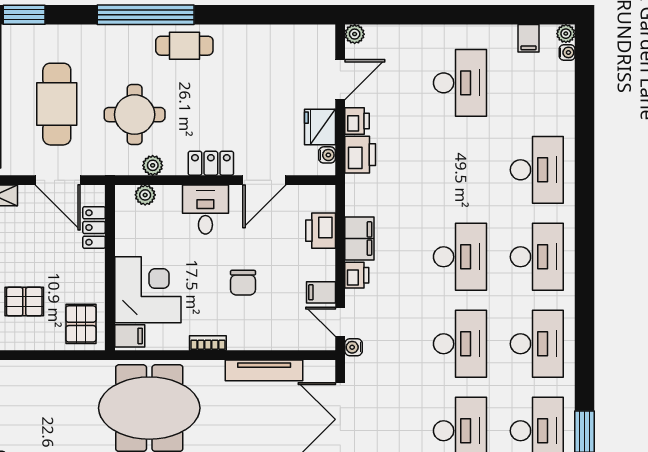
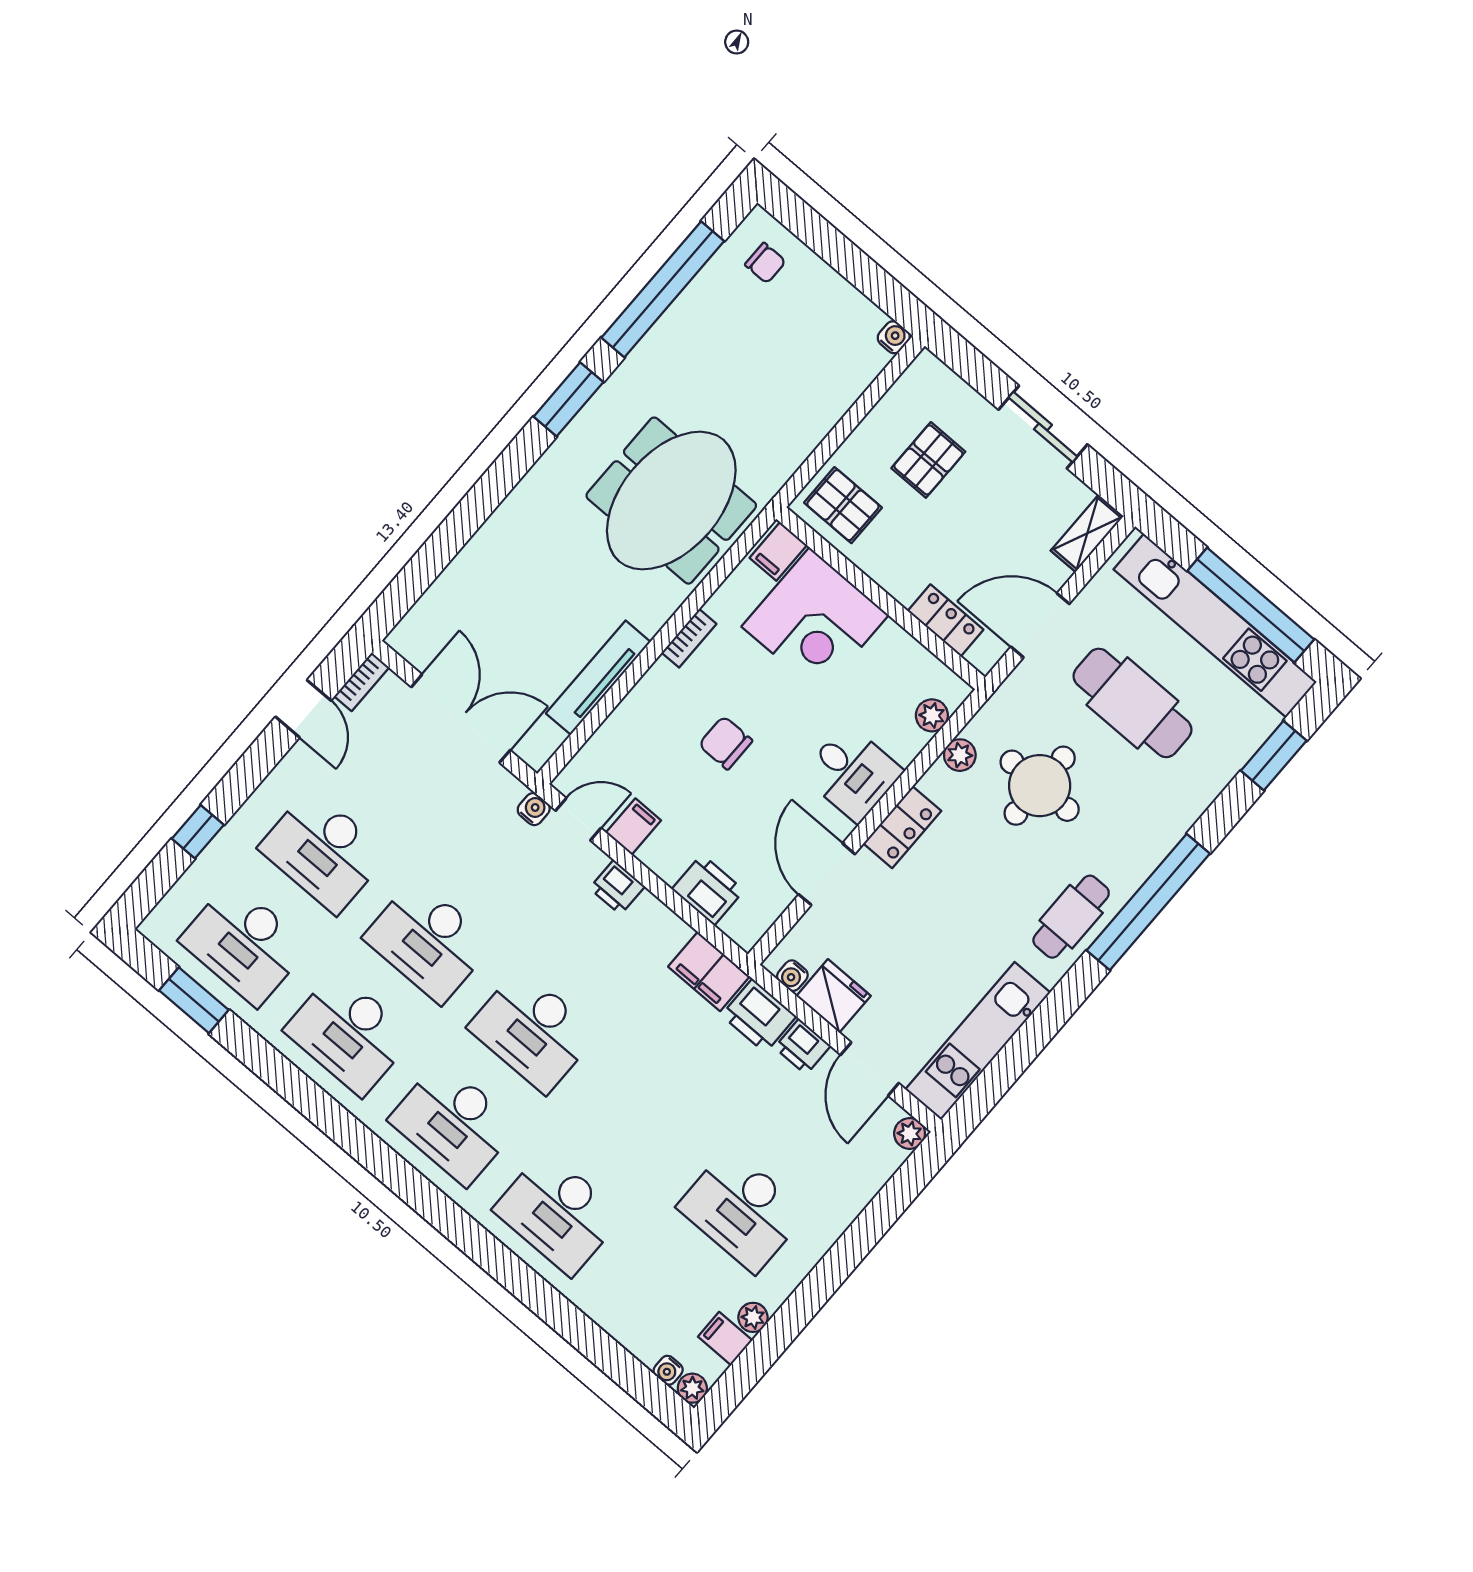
plant: (507, 34) -> (753, 1317), added
kitchen unit: (282, 39) -> (978, 1041), added
filing cabinet: (359, 238) -> (709, 971), moved

